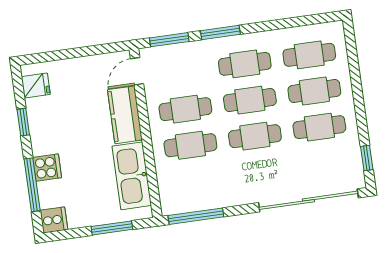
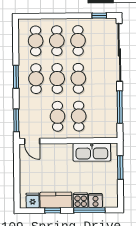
window: (220, 33) -> (16, 77), moved
kitchen counter: (125, 115) -> (56, 200), moved, turned 180
window: (196, 216) -> (120, 107), moved
cooker: (54, 220) -> (96, 201), moved

